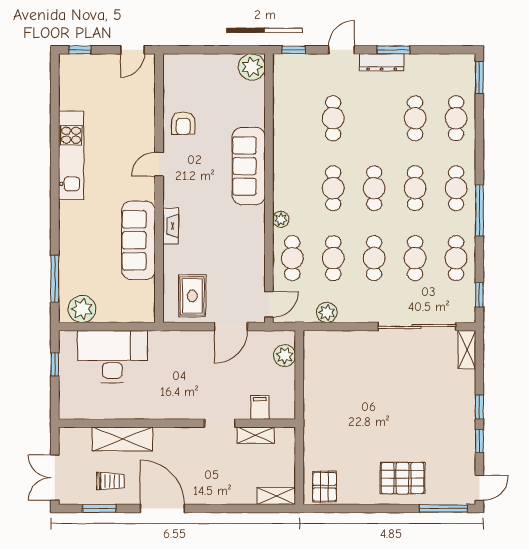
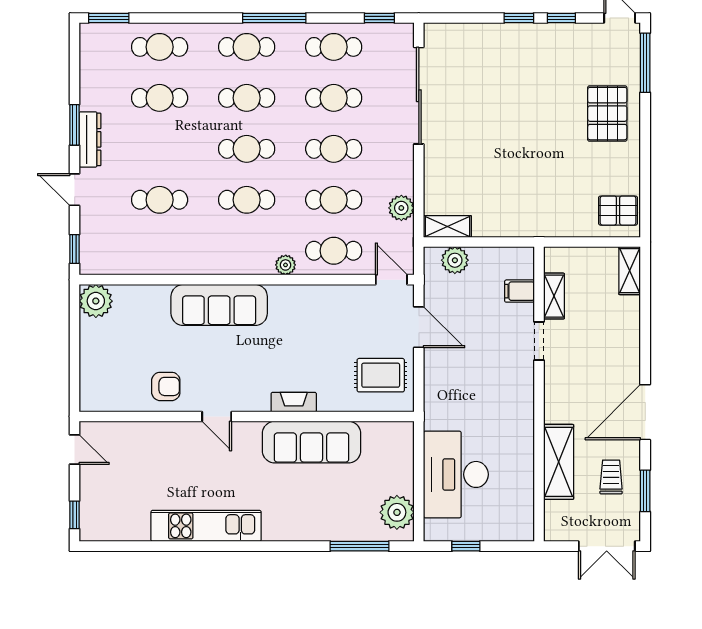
shelving: (467, 350) -> (447, 226), moved

